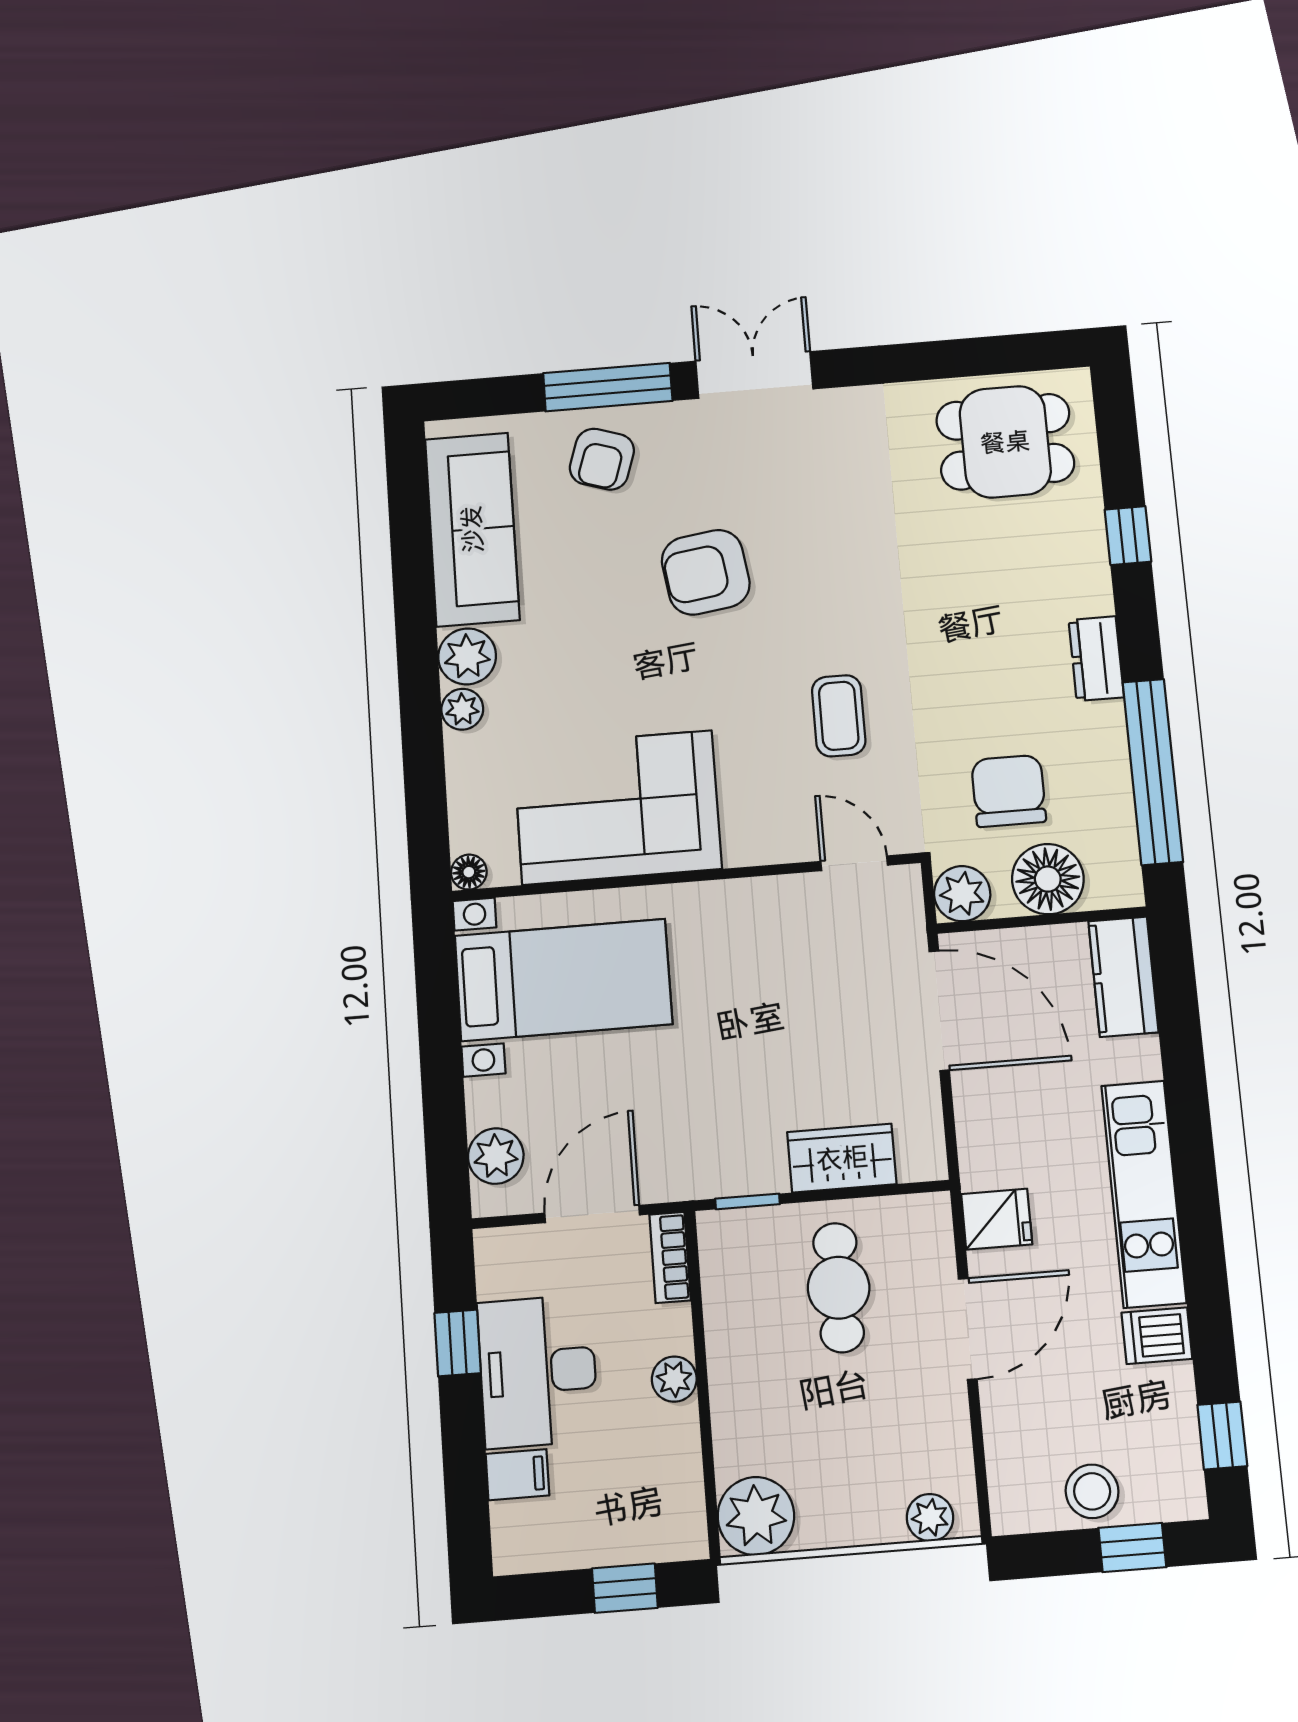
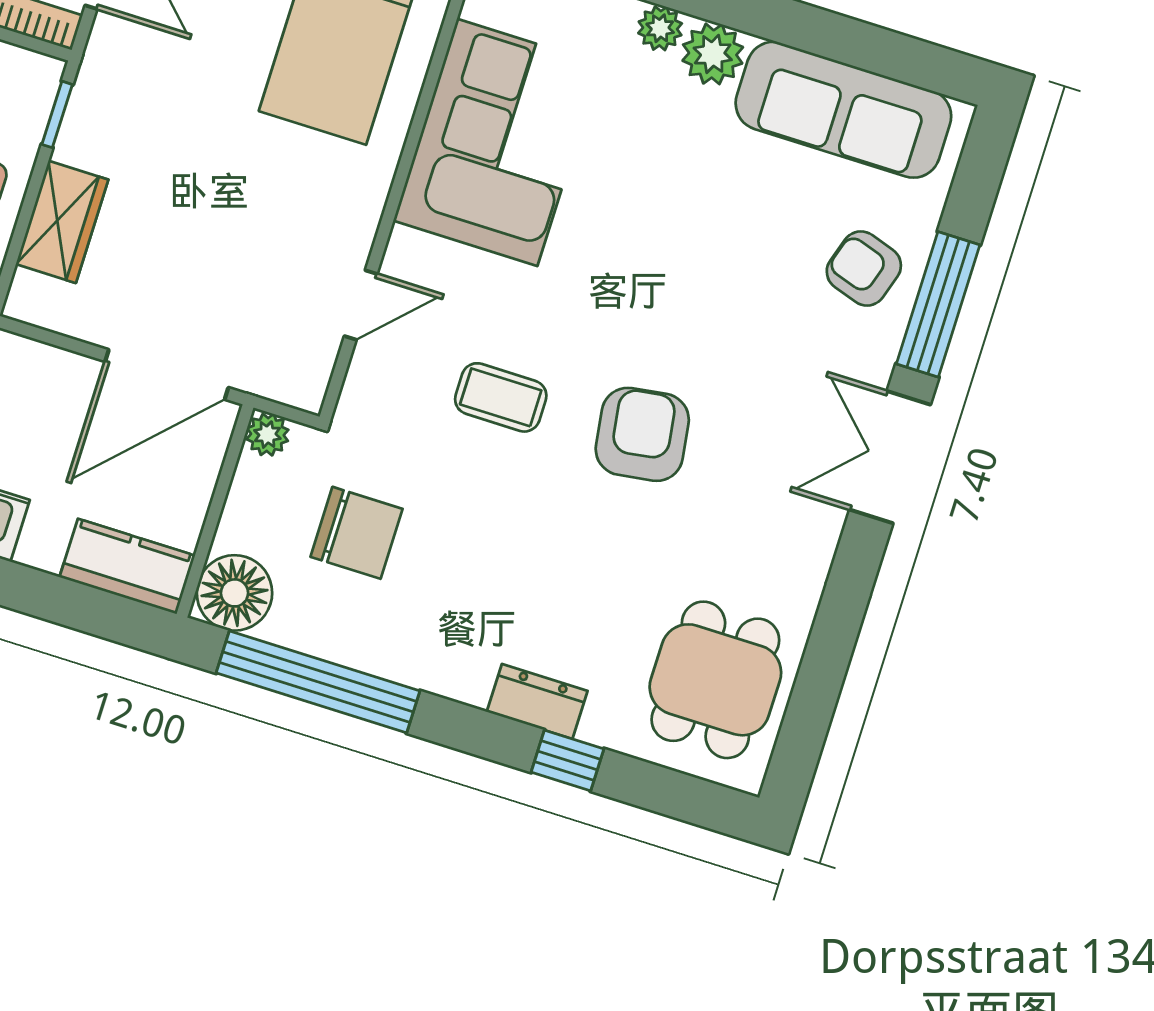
double door: (754, 375) -> (890, 457), swing flipped
armchair: (706, 572) -> (642, 434), moved
dresser: (1096, 659) -> (537, 701), moved
door: (854, 863) -> (361, 305), moved
floor lamp: (1048, 879) -> (234, 593), moved
plant: (962, 894) -> (267, 435), width x0.73, depth x0.73

